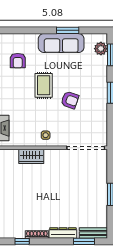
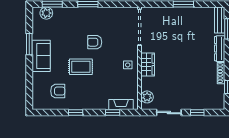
sofa: (61, 43) -> (41, 56), width x0.73
armchair: (70, 100) -> (95, 42), turned -109
plant: (11, 156) -> (147, 97), added
wardrobe: (31, 156) -> (148, 64), moved

